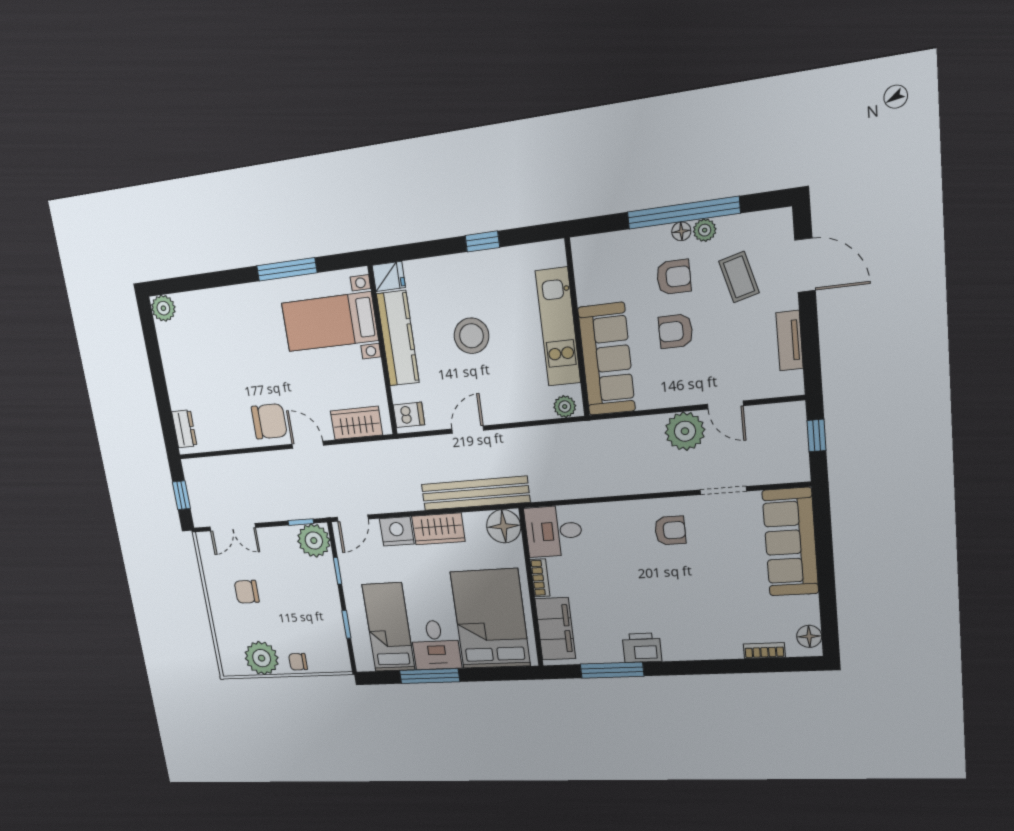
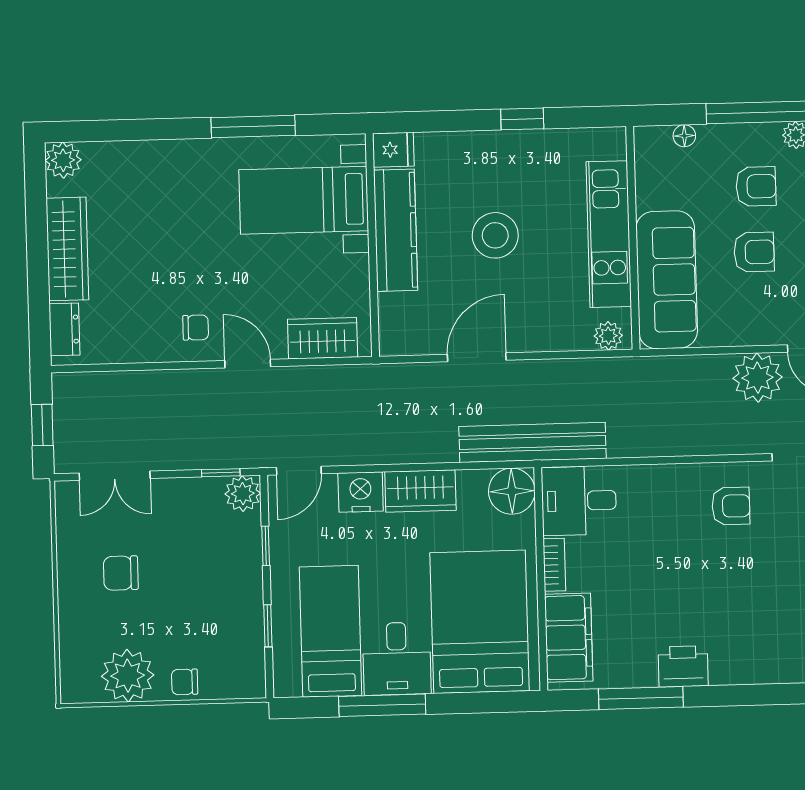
floor lamp: (681, 231) -> (684, 136), moved
armchair: (676, 331) -> (754, 252), turned 180
wardrobe: (177, 372) -> (67, 249), added
dishwasher: (409, 415) -> (398, 332), removed
chair: (269, 421) -> (196, 327), width x0.54, depth x0.54
door: (468, 430) -> (477, 357), width x1.38
bench: (475, 493) -> (533, 442), moved
plant: (314, 541) -> (243, 494), width x0.73, depth x0.73

